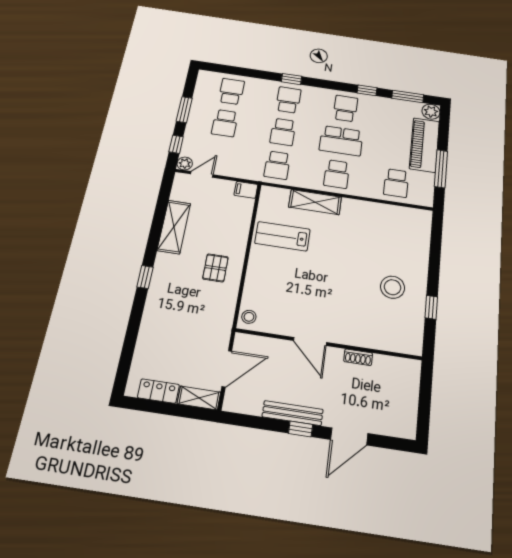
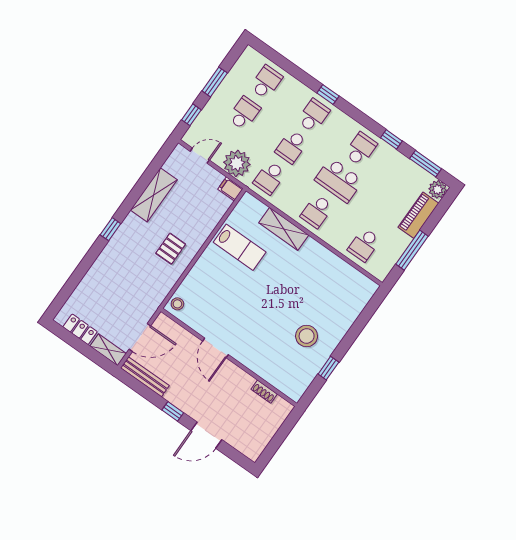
school desk: (225, 123) -> (244, 113), turned 180
piano: (424, 145) -> (418, 215), width x0.73, depth x0.75
plant: (185, 163) -> (237, 163), moved, width x1.87, depth x1.87
lab bench: (282, 236) -> (240, 247), turned 180
shoe rack: (358, 357) -> (264, 392), moved
bench: (293, 413) -> (145, 377), moved

